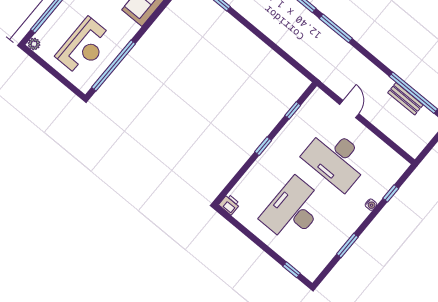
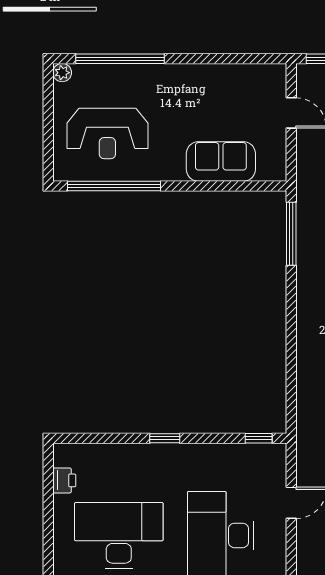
window: (293, 110) -> (259, 438), moved
printer: (229, 204) -> (64, 480), moved

